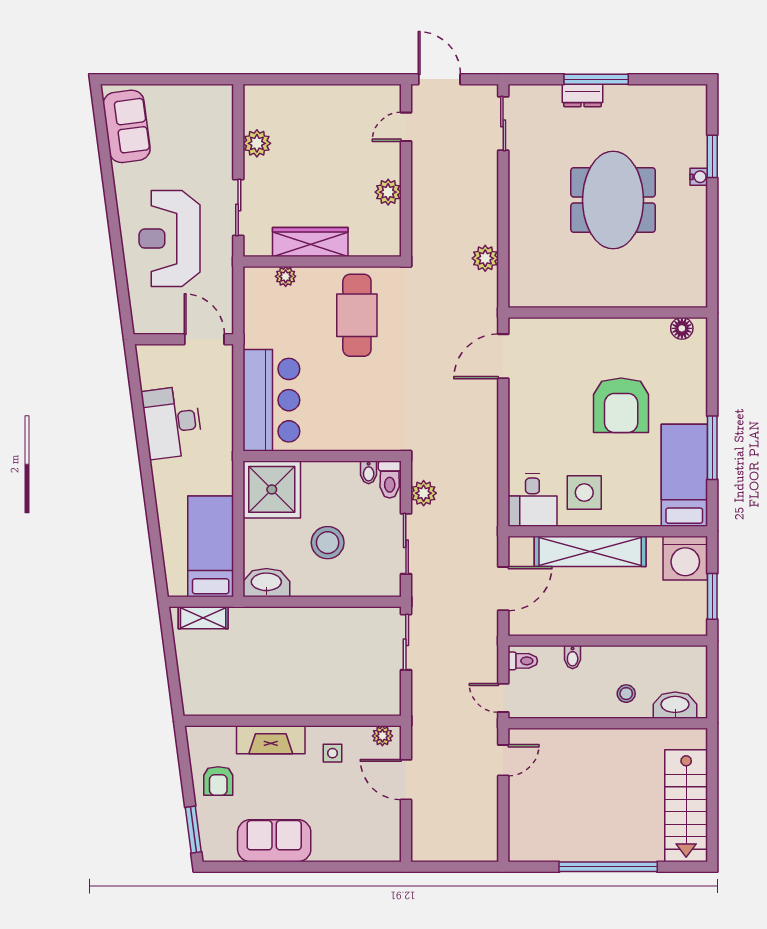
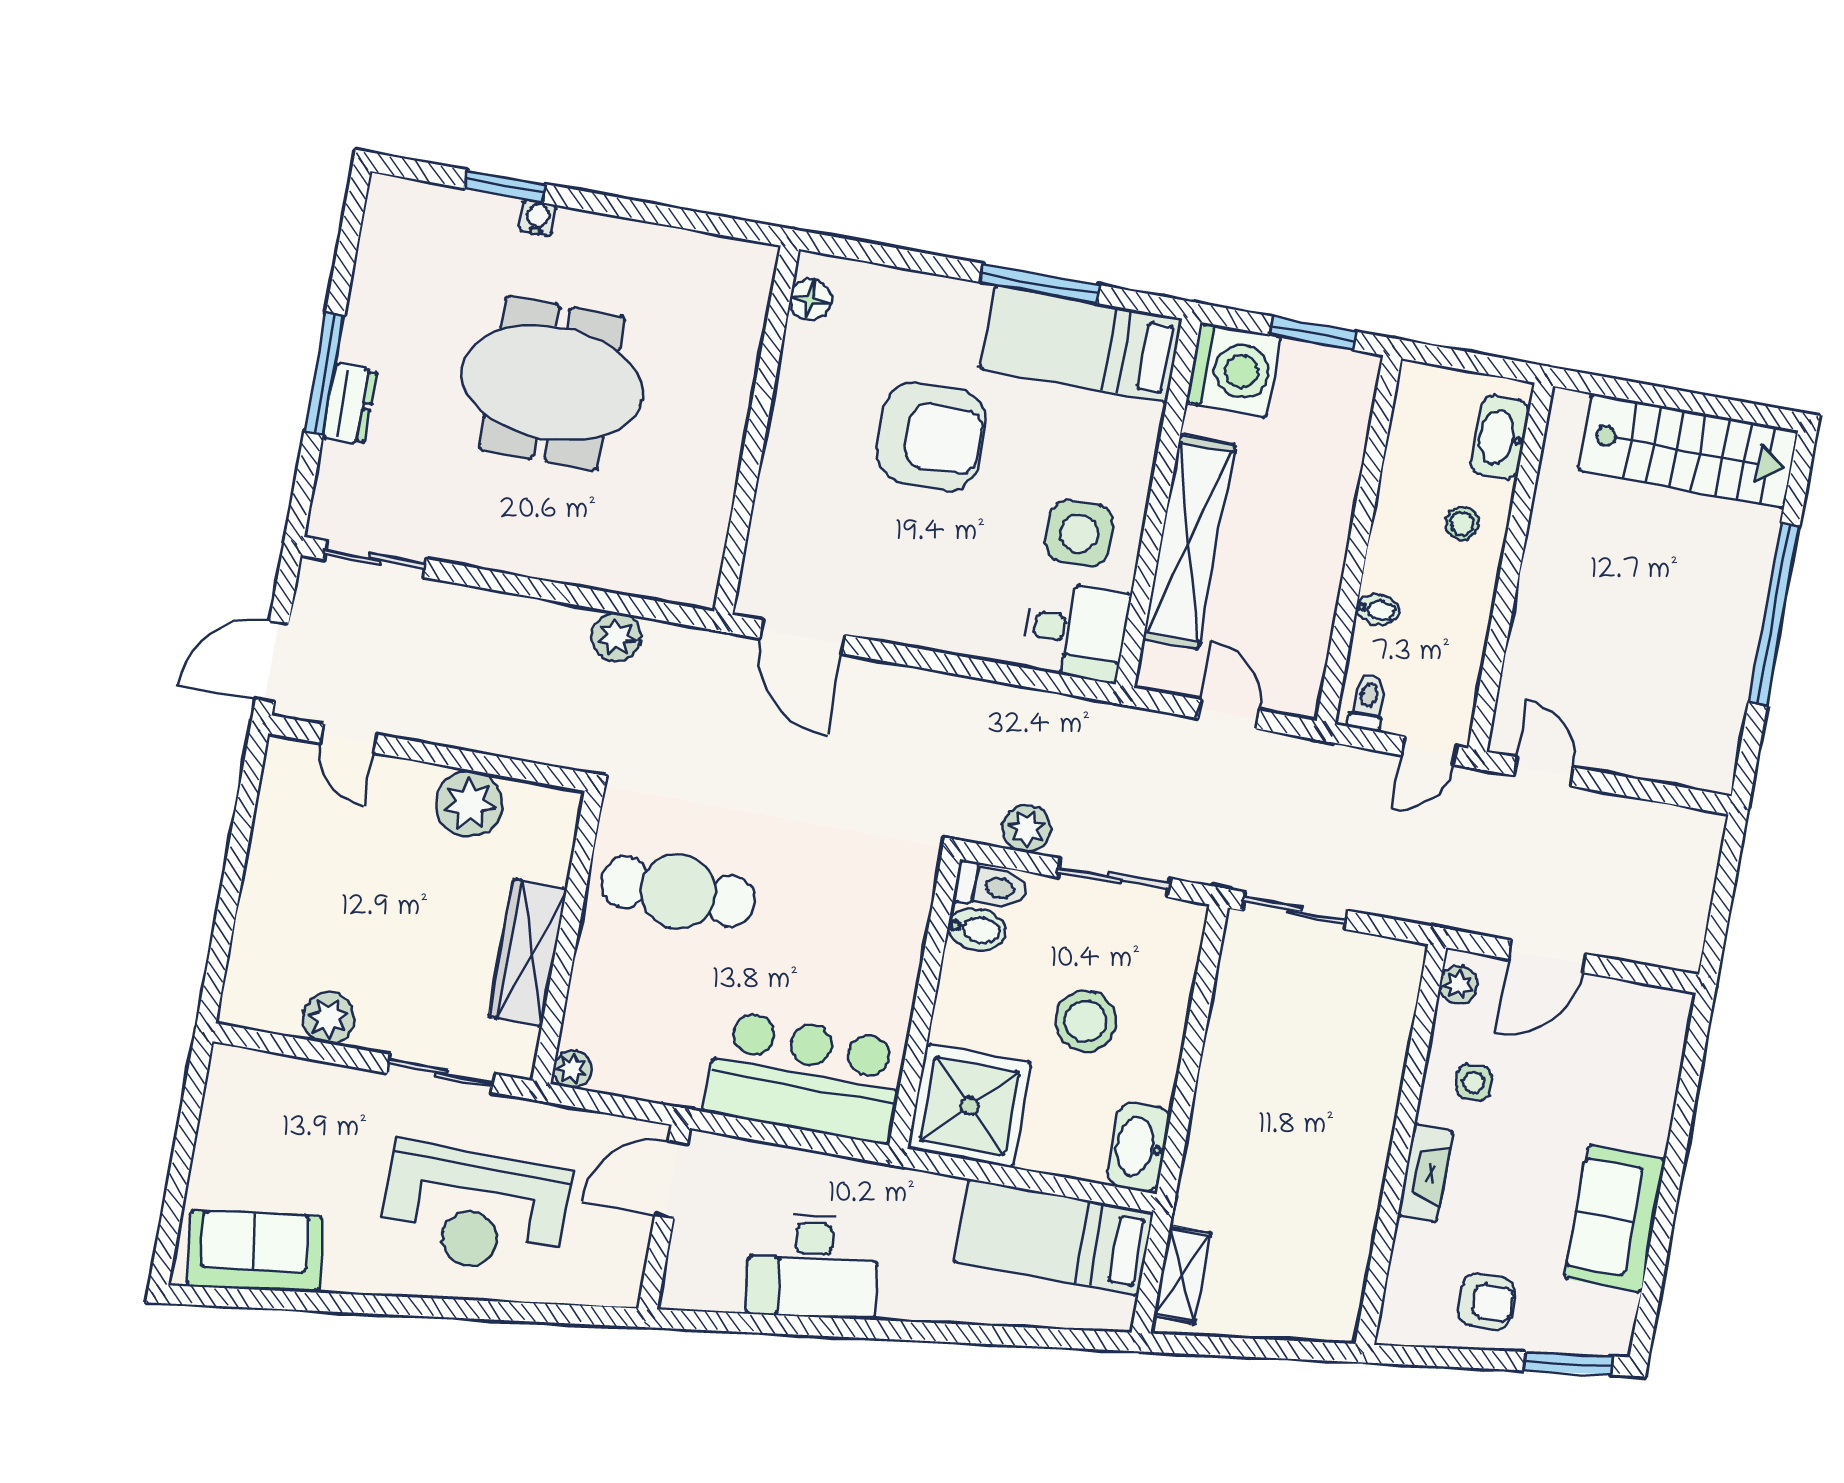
plant: (388, 192) -> (469, 803), width x1.36, depth x1.36
plant: (286, 276) -> (572, 1069), moved
bidet: (369, 472) -> (977, 929), width x1.38, depth x1.36
door: (503, 589) -> (1229, 714), width x0.73
fireplace: (271, 740) -> (1425, 1173), width x0.73, depth x0.76

